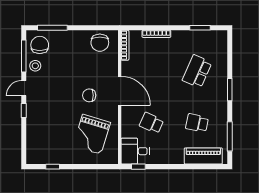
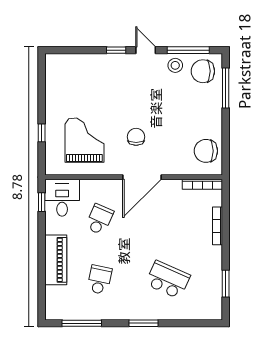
chair: (40, 45) -> (203, 71), turned 180
grand piano: (92, 134) -> (84, 140), turned 73
piano: (203, 156) -> (56, 260), moved
window: (53, 167) -> (42, 133), moved

